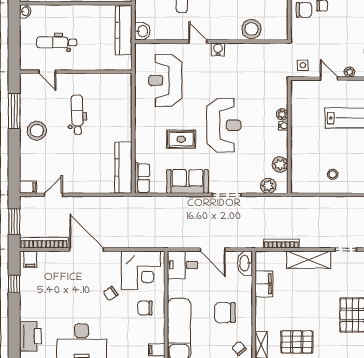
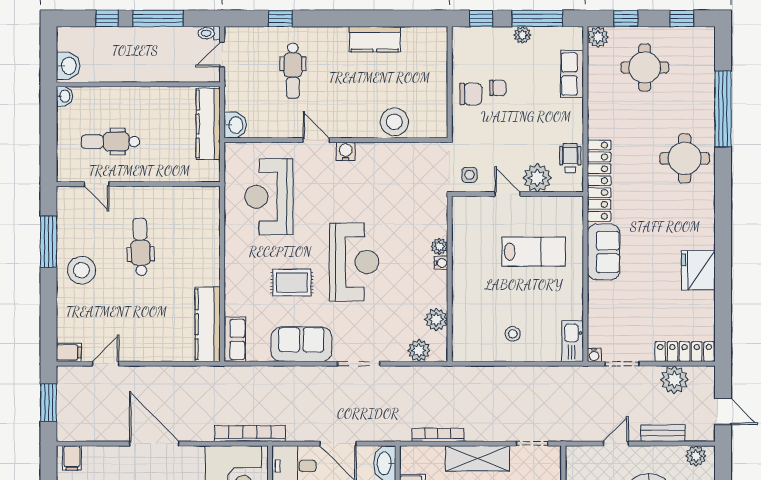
plant: (349, 72) -> (537, 178), width x1.88, depth x1.88
bookcase: (44, 243) -> (250, 434), moved

